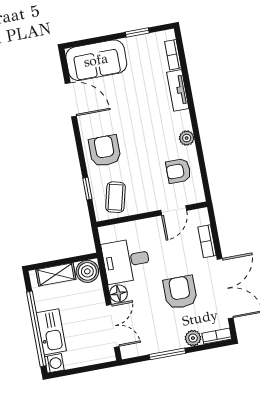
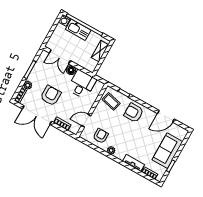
sofa: (96, 60) -> (167, 151), moved
armchair: (105, 151) -> (134, 113), turned 180
door: (174, 210) -> (86, 121), hinge flipped
boiler: (87, 271) -> (91, 65), removed
armchair: (180, 292) -> (51, 96), turned -90

